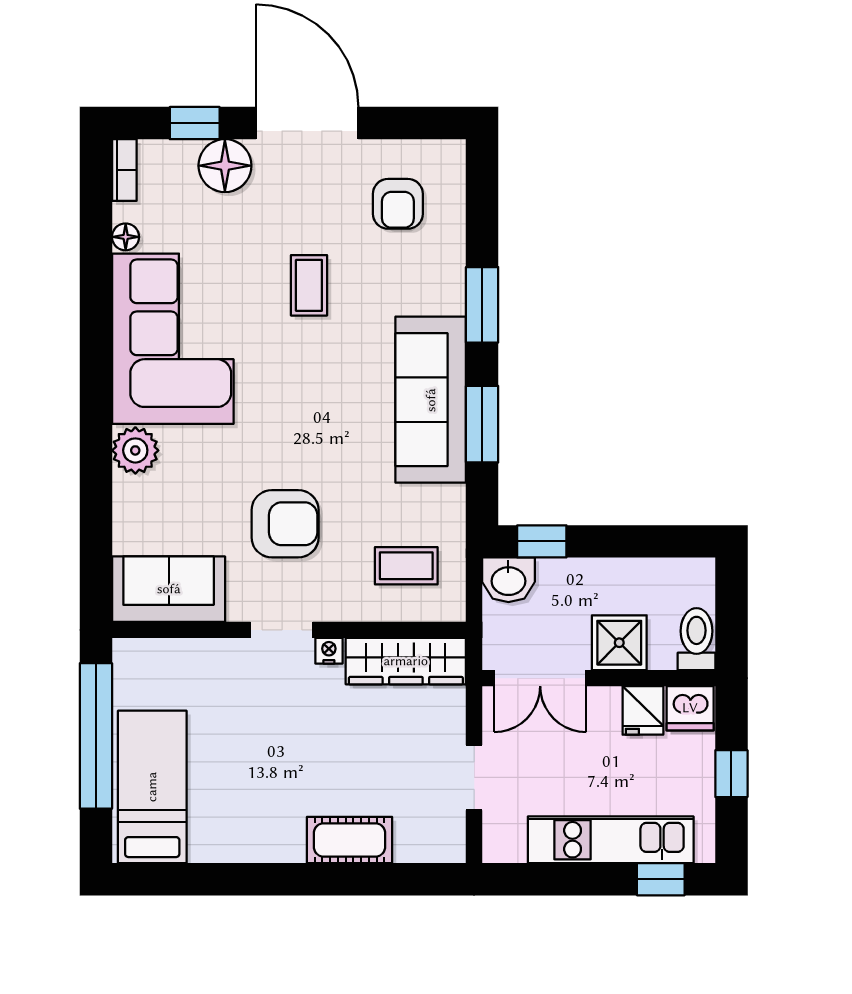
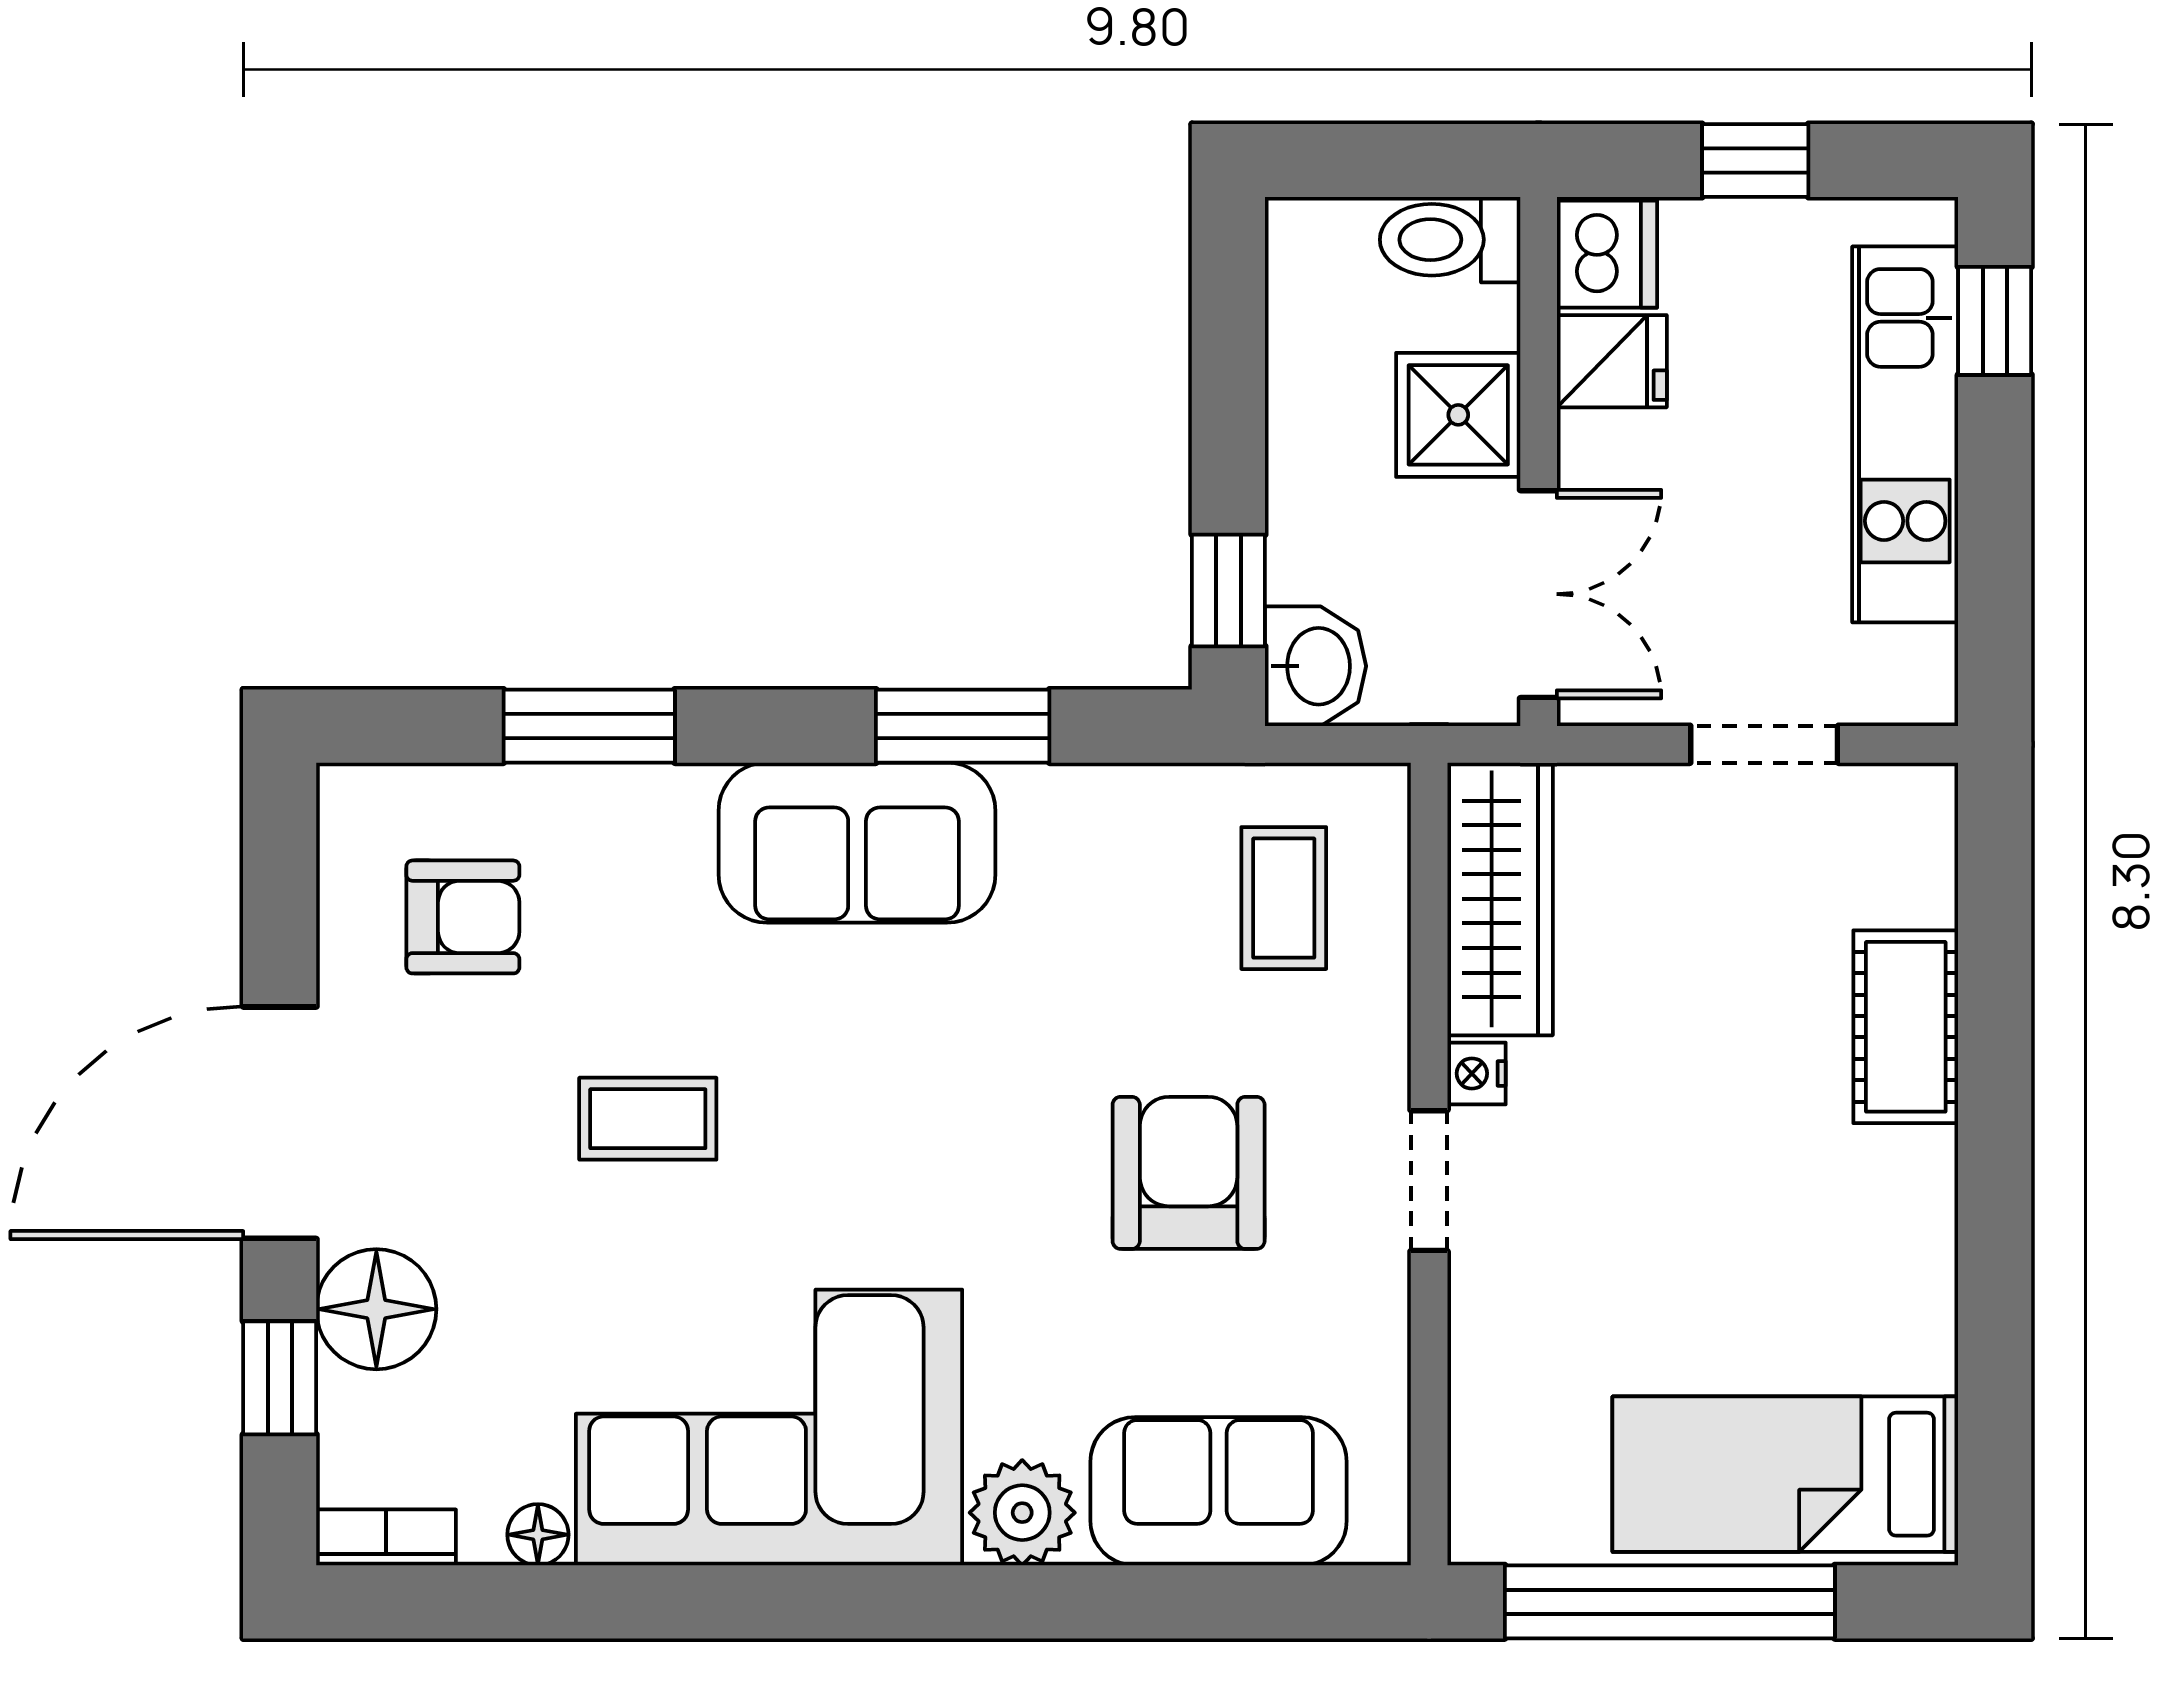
window: (482, 305) -> (589, 726), moved
sofa: (431, 400) -> (857, 843), width x0.73
sofa: (169, 589) -> (1219, 1491), moved, turned 90

